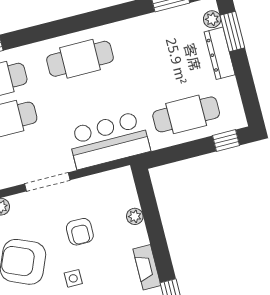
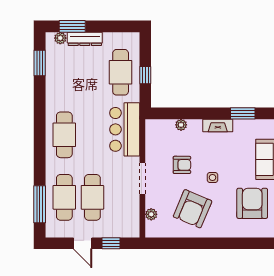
window: (226, 140) -> (145, 75), moved

